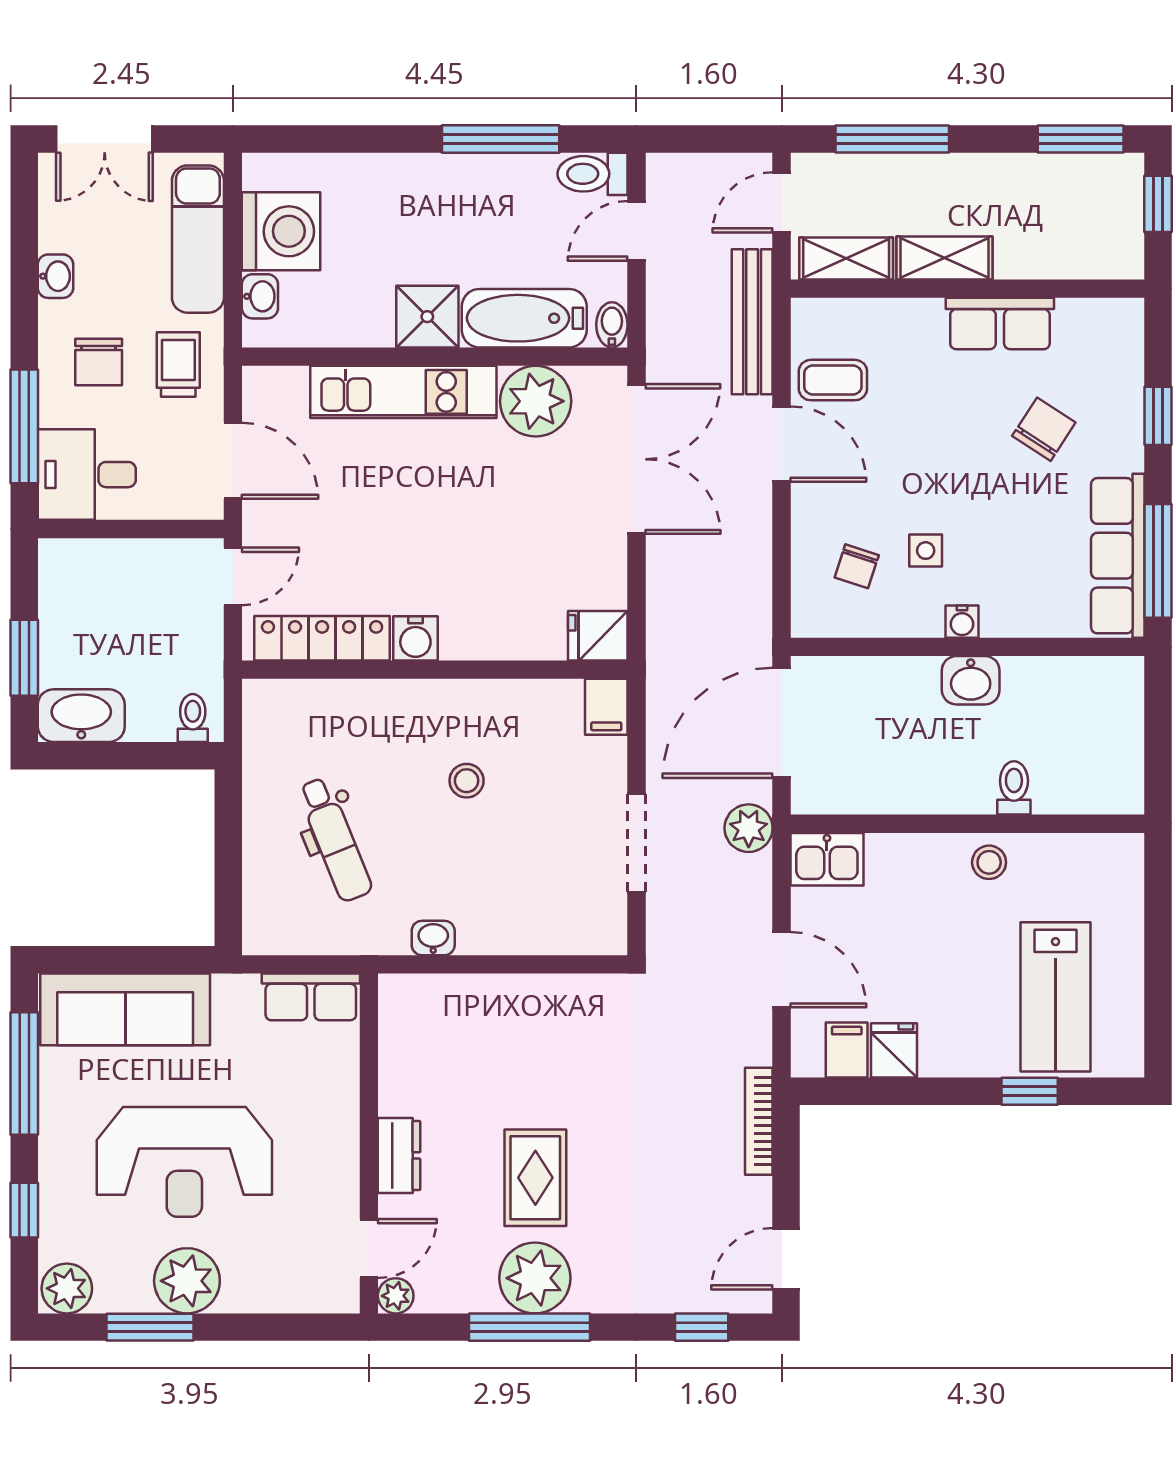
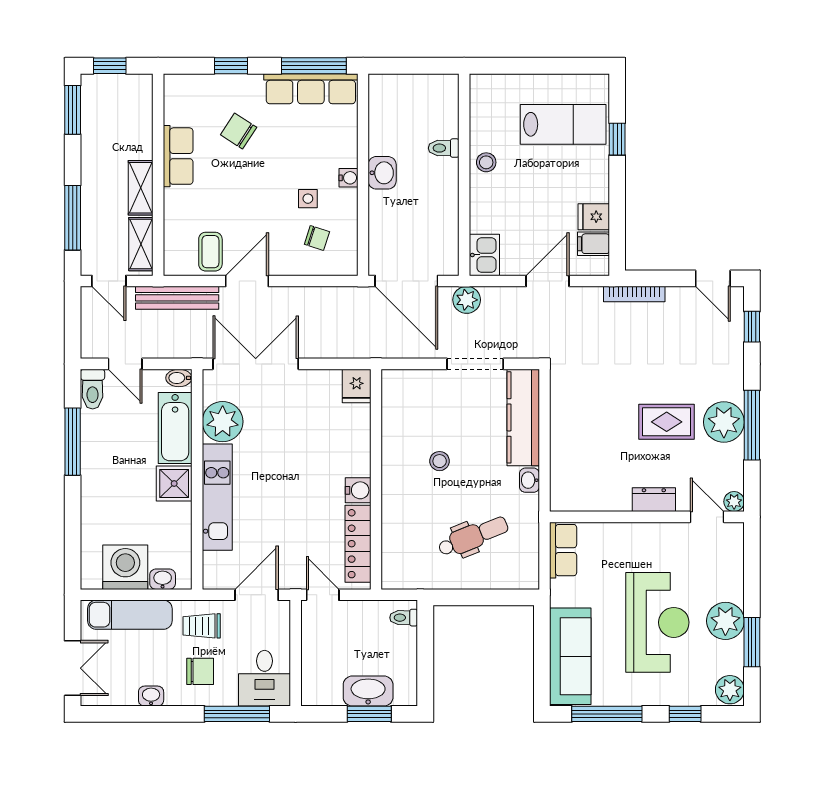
filing cabinet: (606, 707) -> (397, 381), removed
washbasin: (81, 716) -> (368, 691), moved, turned 90
kitchen counter: (543, 927) -> (523, 417), added

